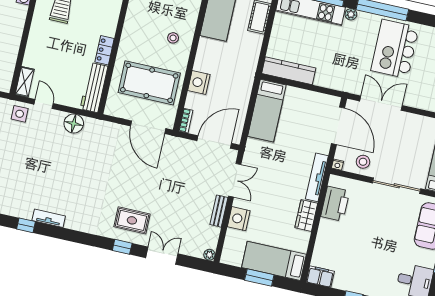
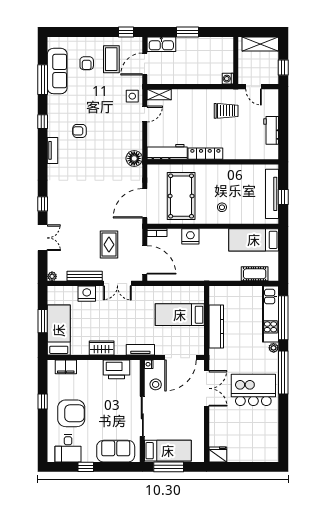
locker: (105, 50) -> (205, 154), width x1.53
kitchen counter: (289, 71) -> (216, 327), moved
bed: (267, 111) -> (180, 315), moved
floor lamp: (74, 123) -> (134, 158), moved
tv unit: (317, 177) -> (140, 350), width x0.71
armchair: (46, 185) -> (79, 131), added
bench: (219, 211) -> (85, 276), width x1.36
tv unit: (49, 218) -> (53, 150), moved
rug: (132, 220) -> (109, 245), moved
armchair: (375, 268) -> (71, 413), added
filing cabinet: (320, 277) -> (66, 367), moved, turned 90

